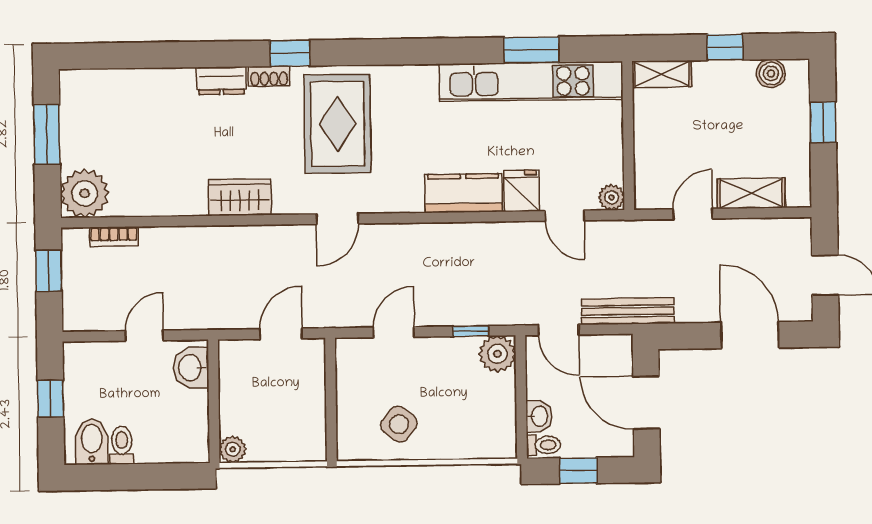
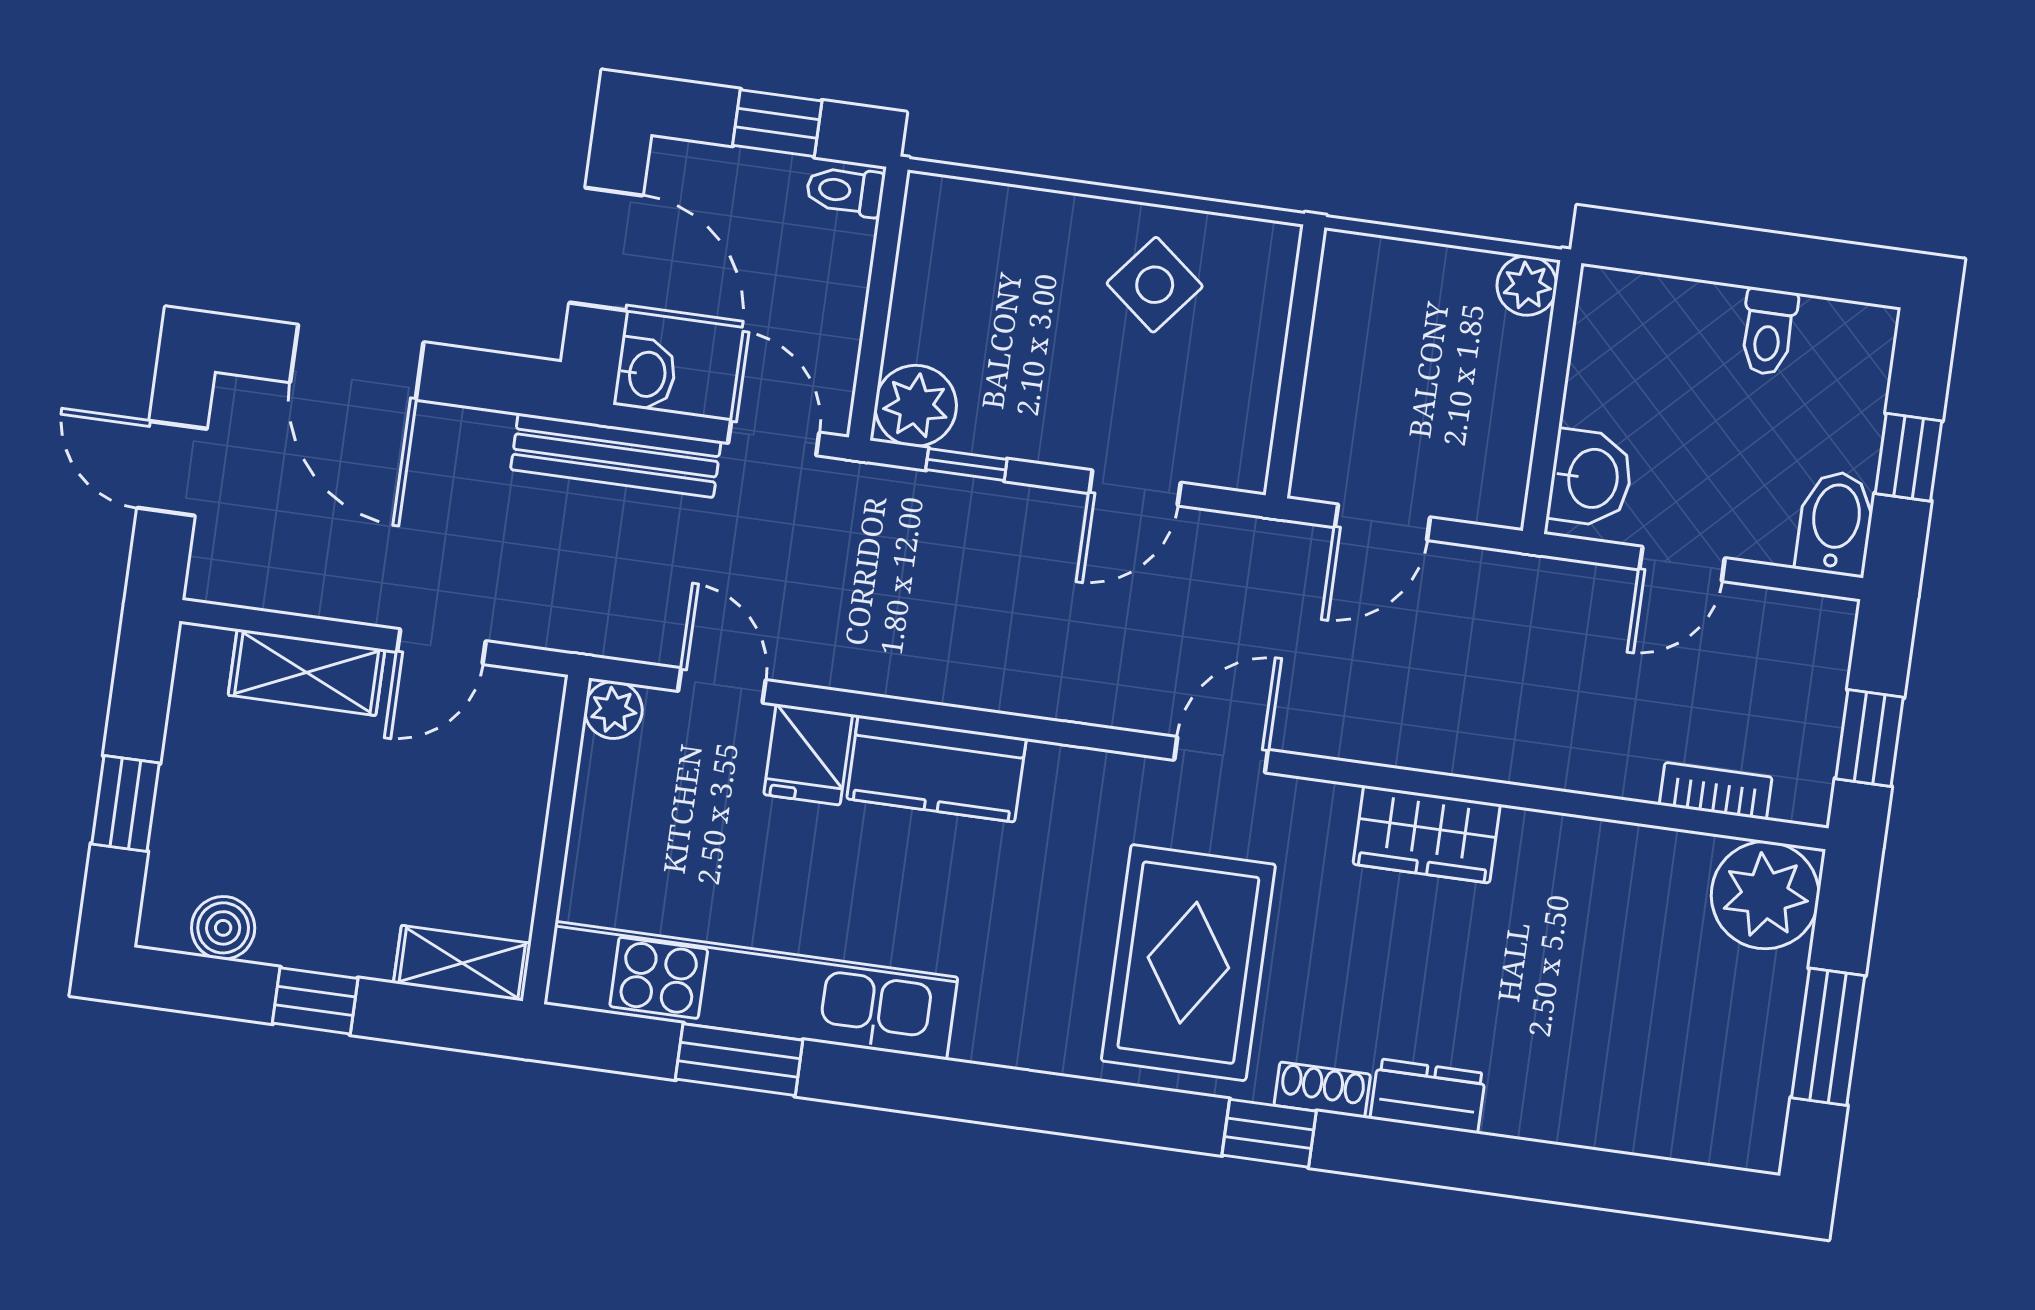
washbasin: (539, 416) -> (646, 374), moved, turned 180
bidet: (92, 442) -> (1836, 523), moved, turned 180

